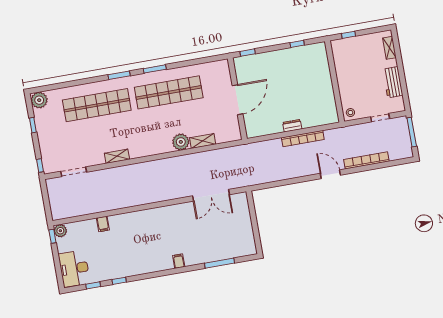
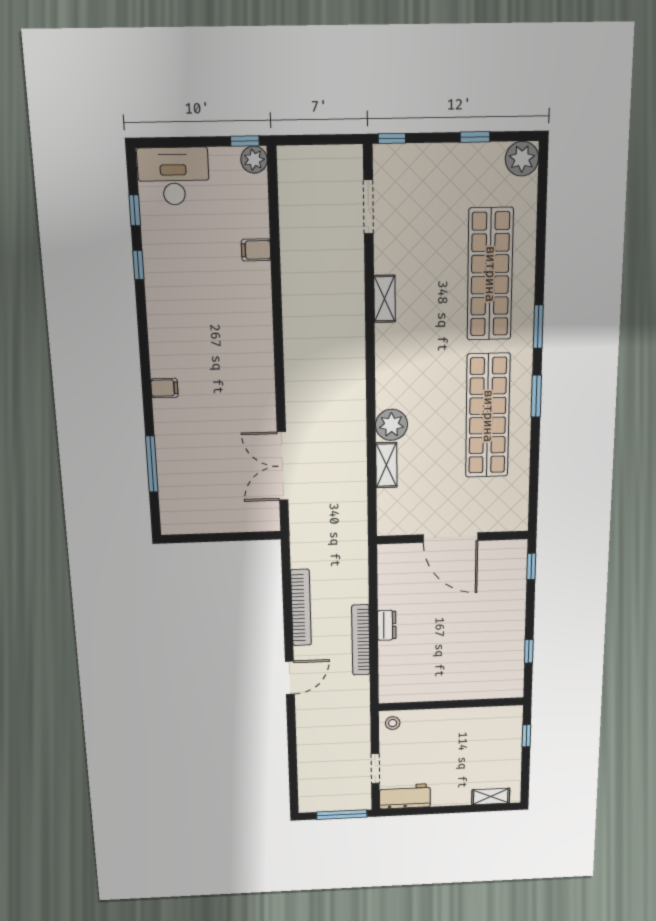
workbench: (393, 82) -> (405, 796), moved
bookcase: (366, 160) -> (301, 608), moved

